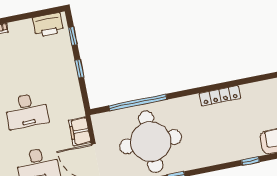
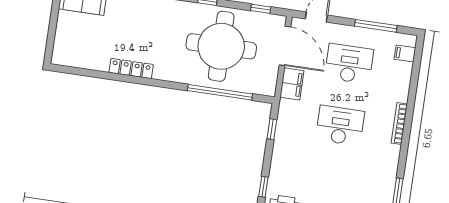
window: (79, 69) -> (272, 129), moved

